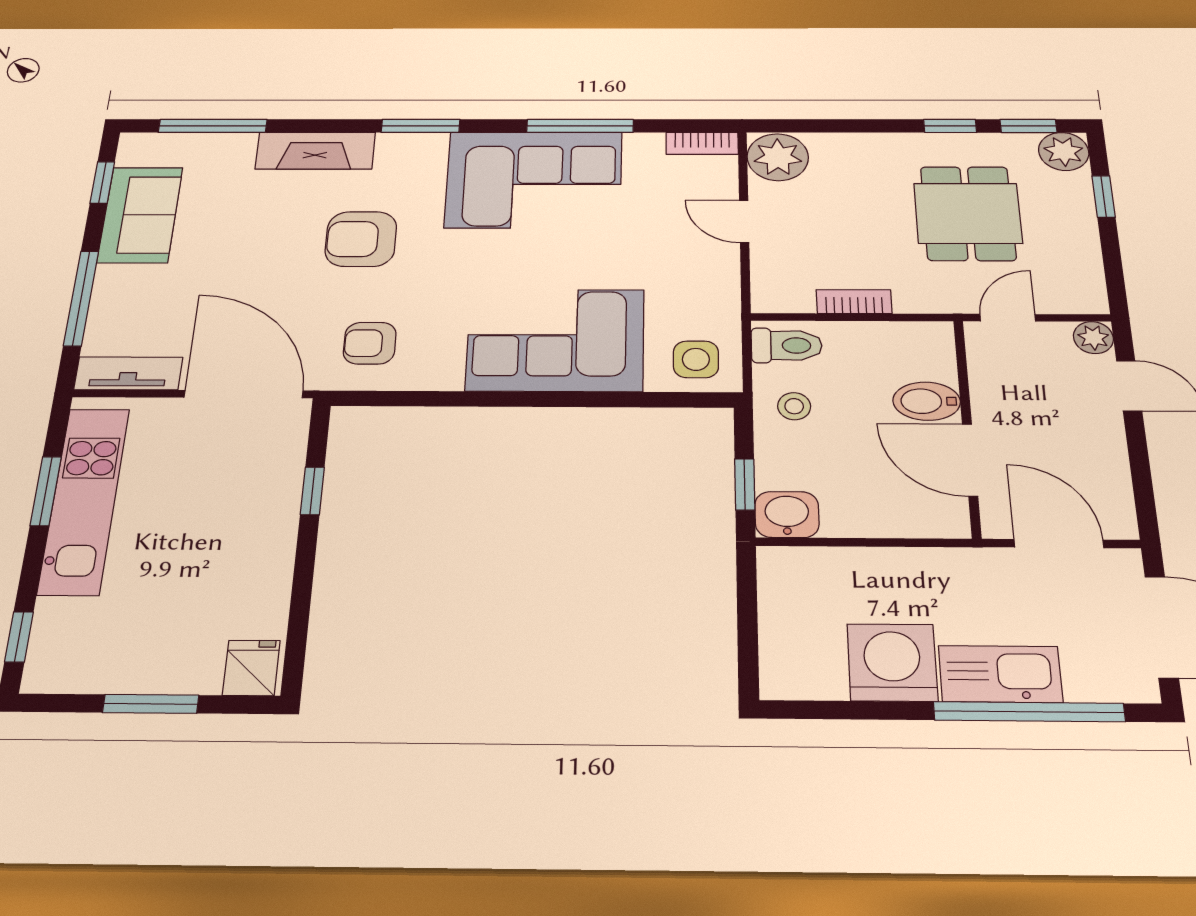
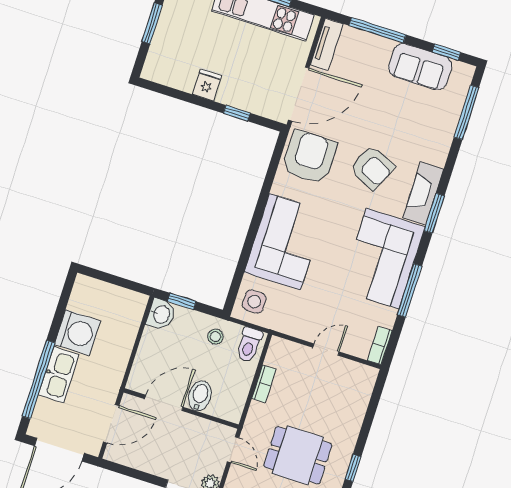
fireplace: (315, 151) -> (423, 193), moved
plant: (778, 157) -> (360, 379), removed
armchair: (361, 239) -> (372, 168), turned 115
armchair: (370, 343) -> (310, 157), width x1.88, depth x1.88
fridge: (251, 668) -> (207, 85), moved, turned -90

